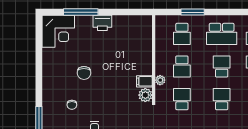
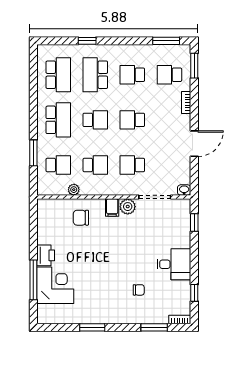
corner desk: (58, 31) -> (55, 285), moved
window: (39, 64) -> (92, 327), added
school desk: (222, 67) -> (95, 120), turned 180
chair: (84, 73) -> (81, 218), moved, turned 180
plant: (160, 80) -> (74, 190), moved

